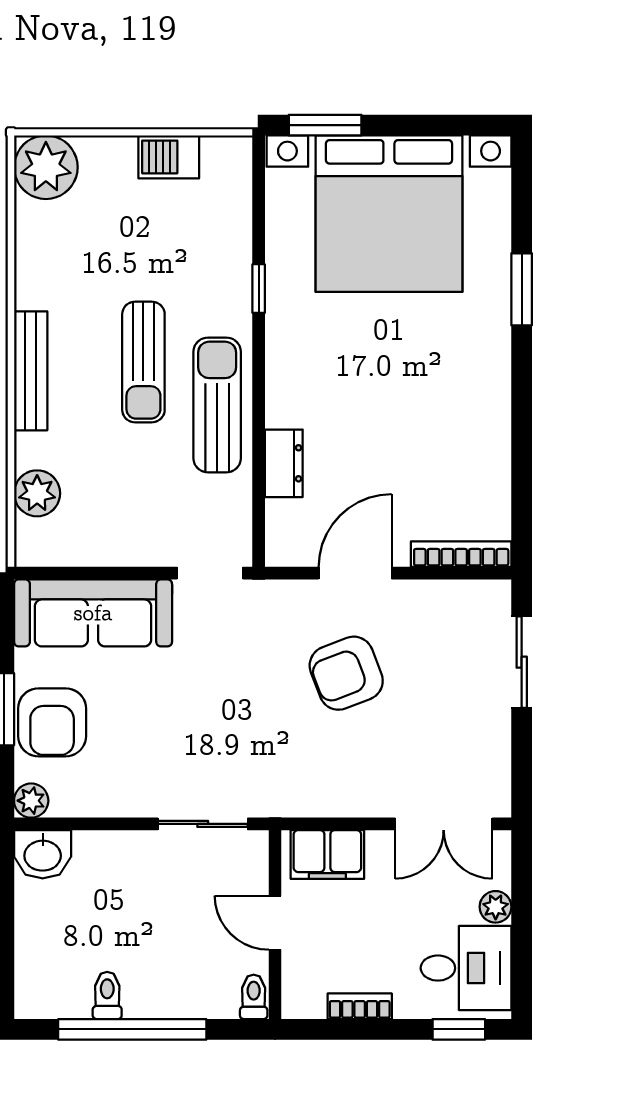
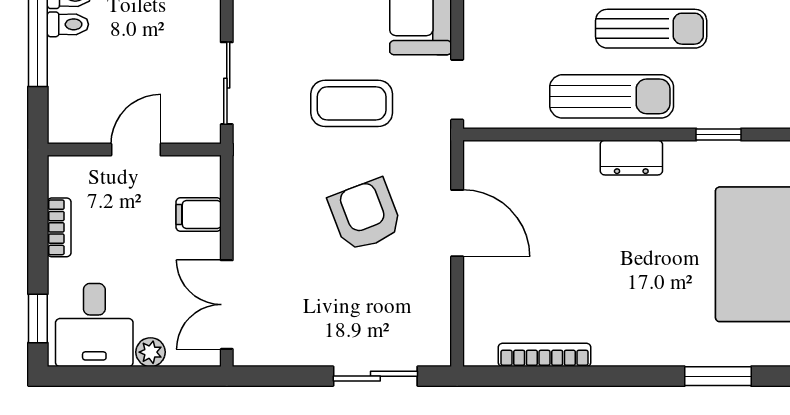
sun lounger: (143, 362) -> (651, 29), turned 180
dresser: (284, 463) -> (631, 158), moved
bookcase: (461, 554) -> (545, 355), moved, turned -90
coffee table: (225, 688) -> (352, 103), added
filing cabinet: (327, 854) -> (199, 215), width x0.50
toilet: (254, 997) -> (68, 24), moved

